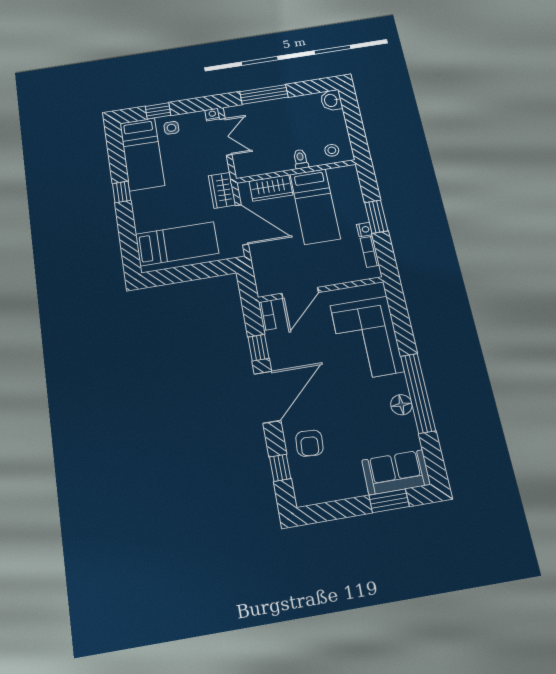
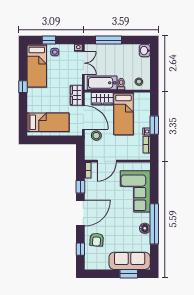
bathtub: (266, 163) -> (102, 83), added
stool: (272, 252) -> (96, 136), added
sofa: (396, 472) -> (130, 261), width x1.36

